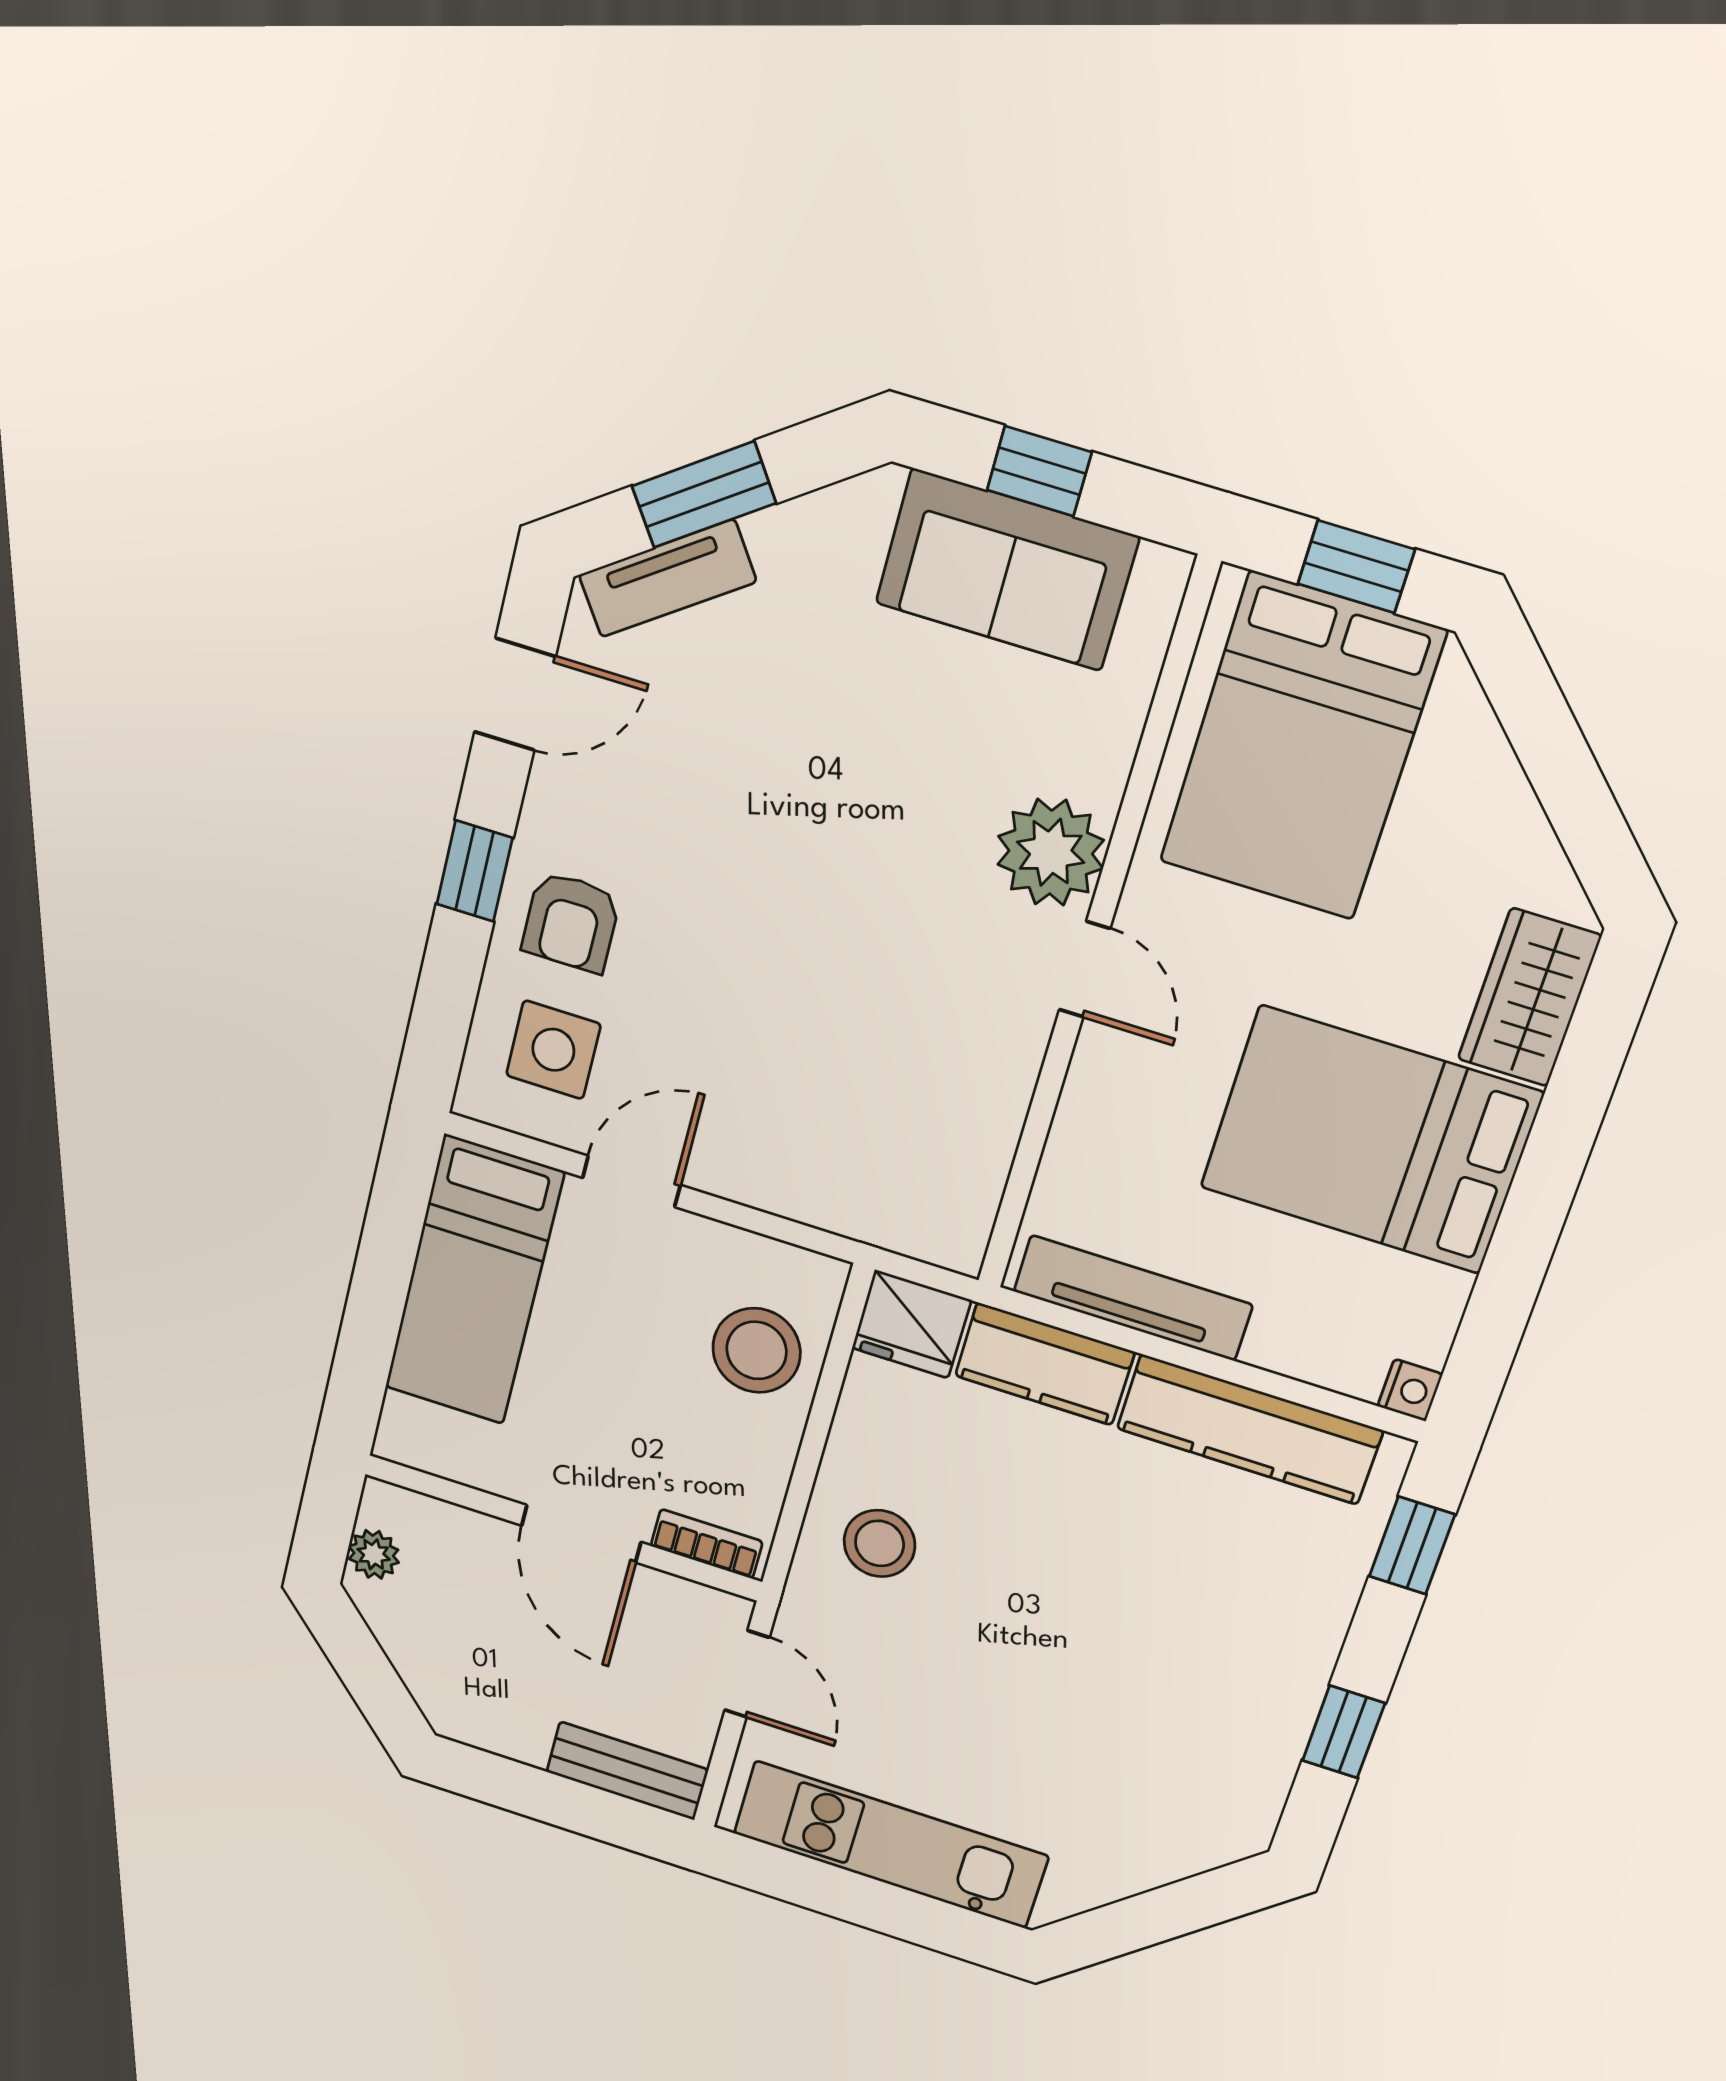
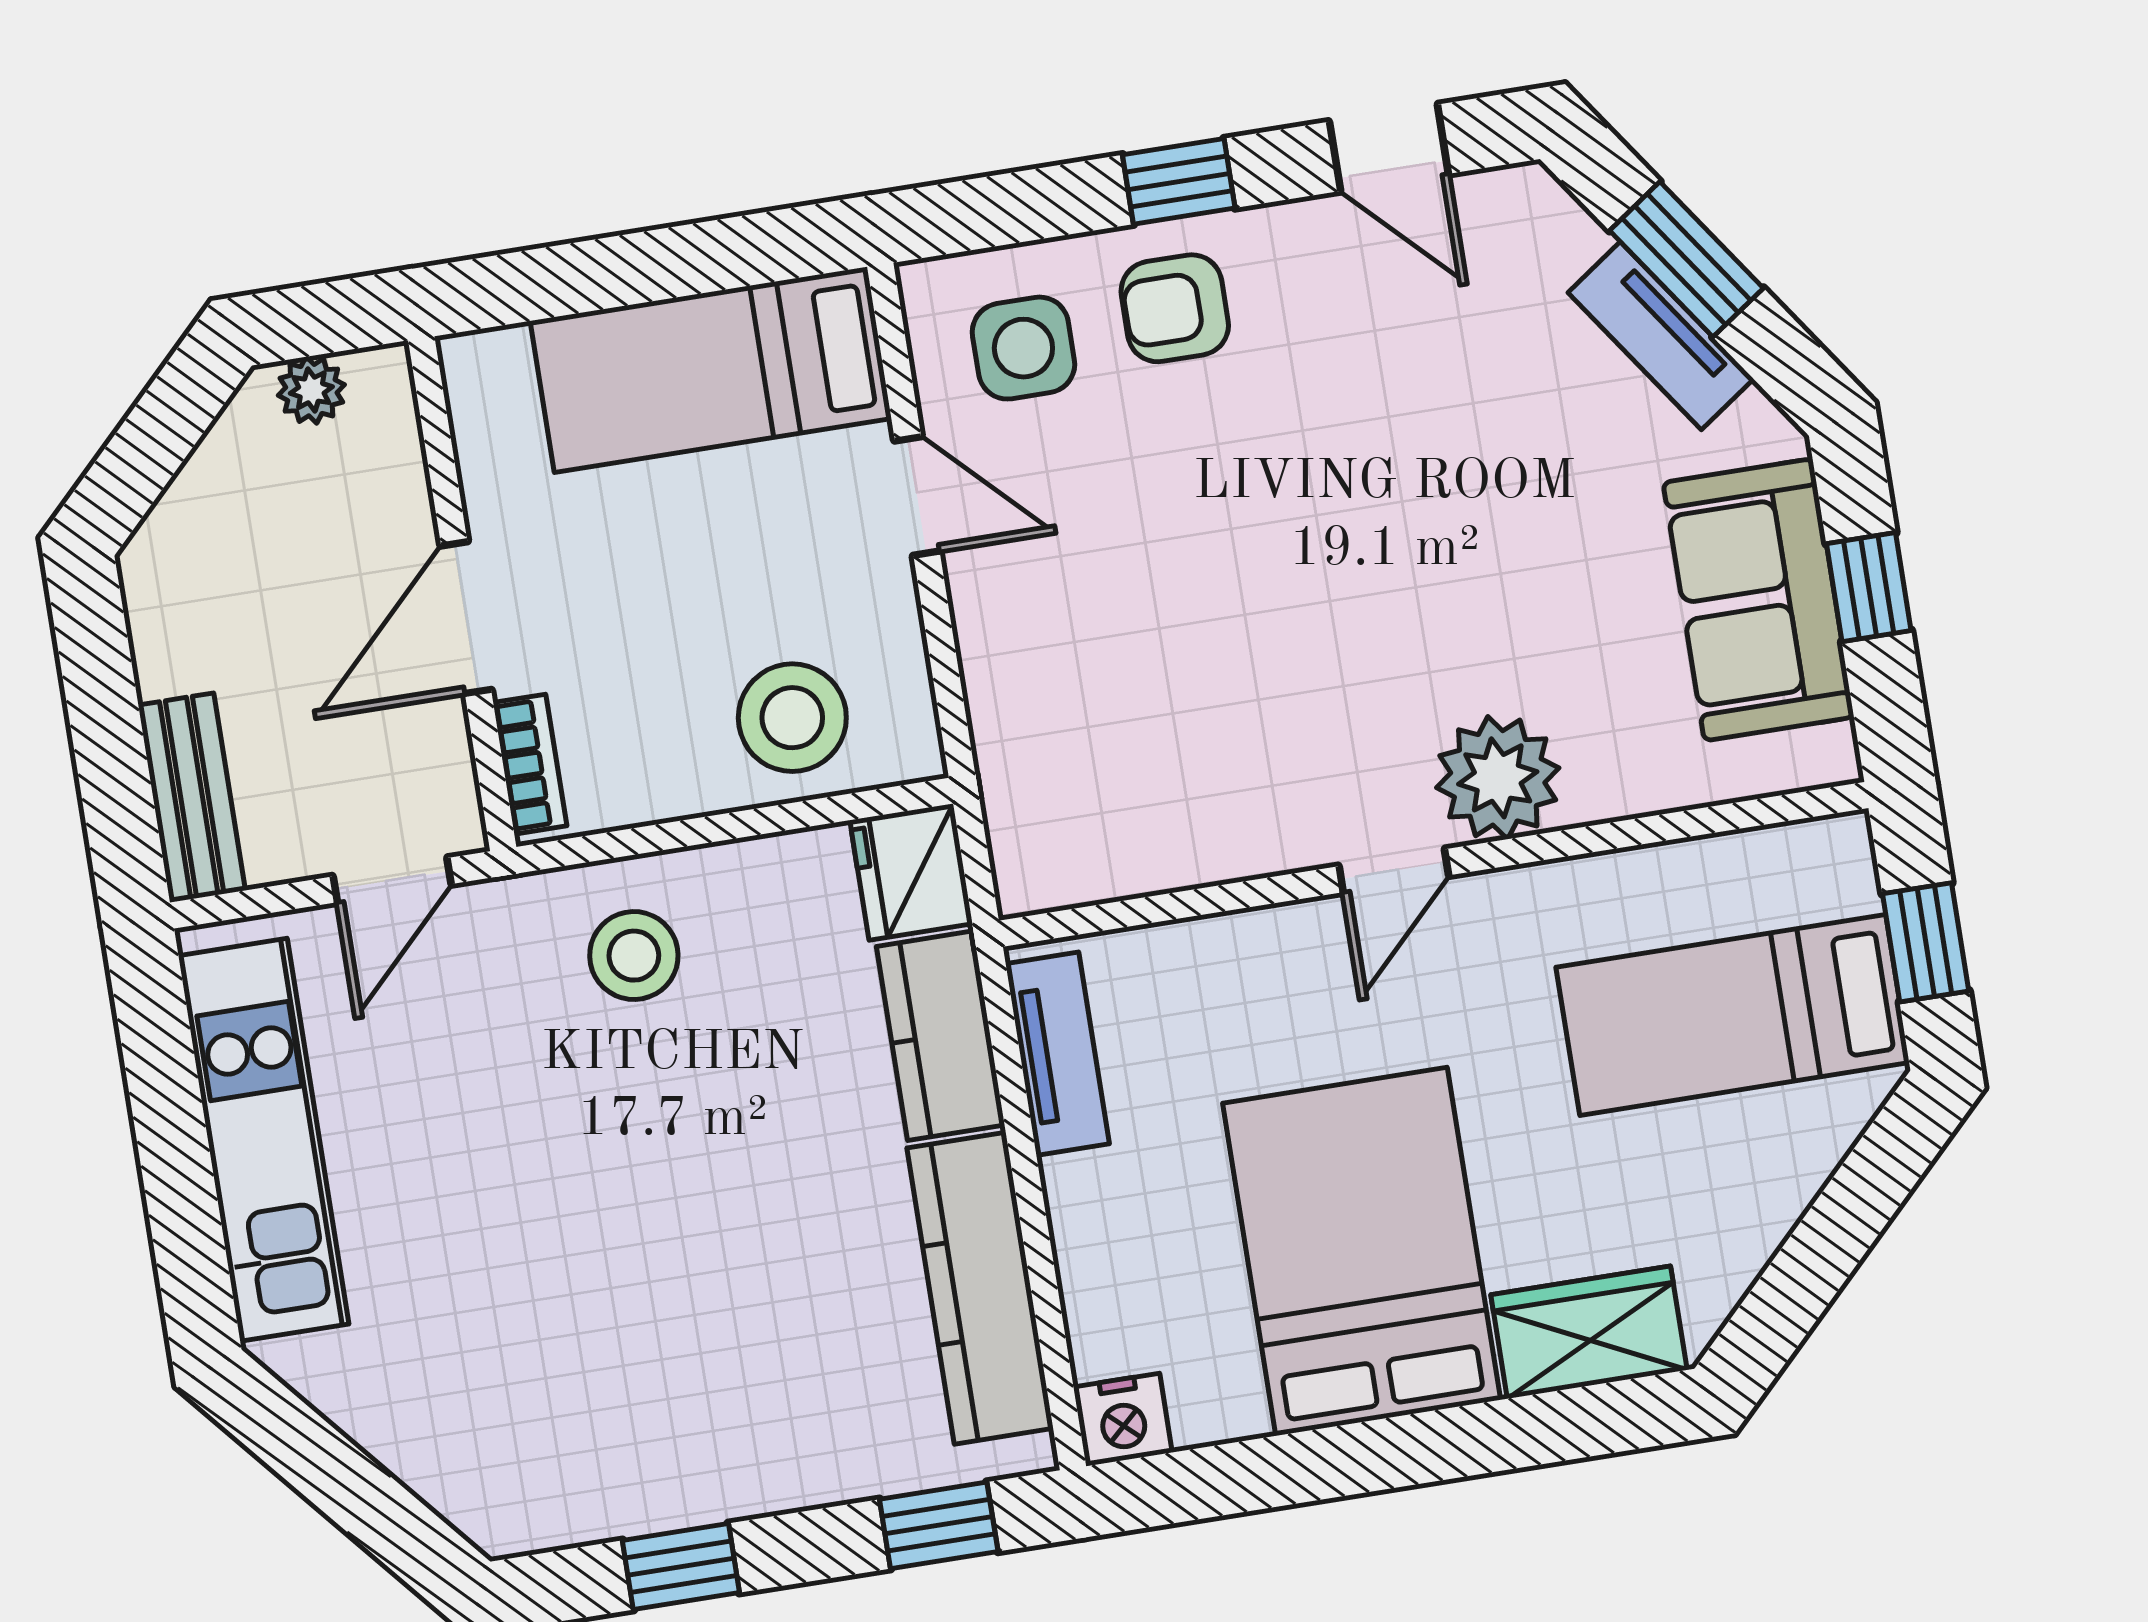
tv unit: (667, 578) -> (1661, 336), moved
bed: (1302, 747) -> (1733, 1015), width x0.67
tv unit: (1133, 1298) -> (1057, 1054), width x0.71
nightstand: (1410, 1390) -> (1123, 1420), width x1.39, depth x1.35

